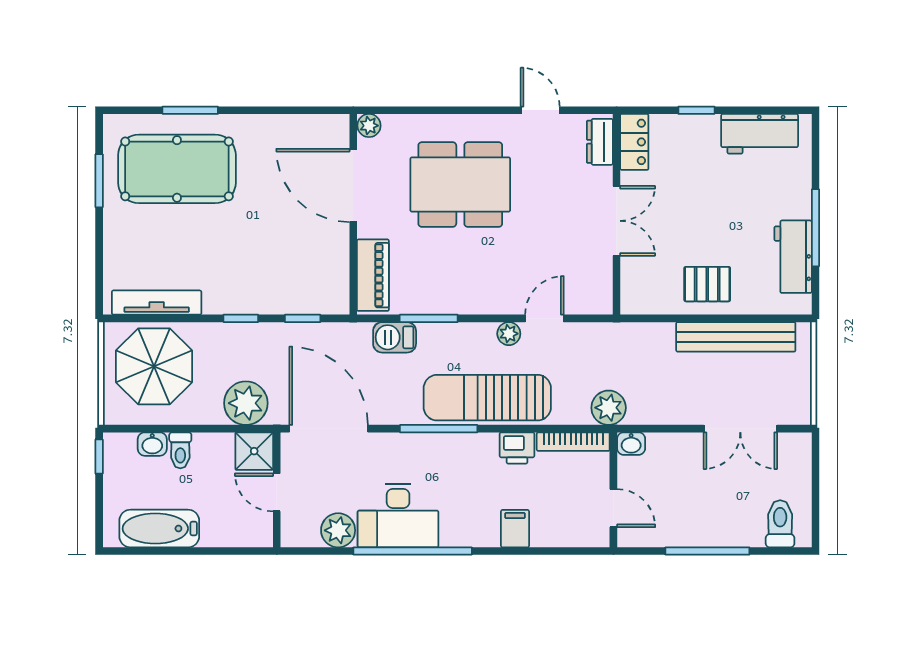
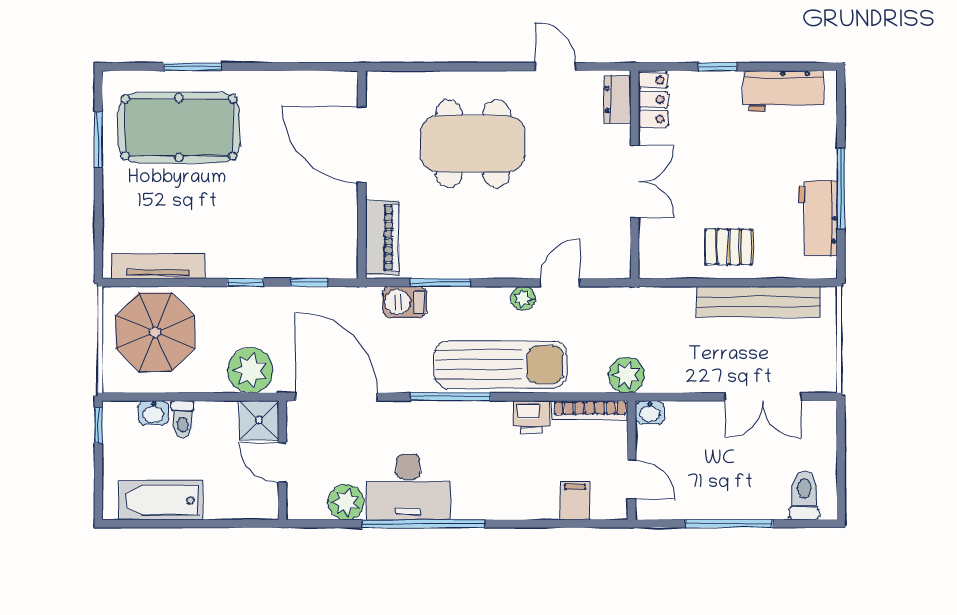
plant: (369, 126) -> (378, 83), removed
sun lounger: (487, 398) -> (501, 365), turned 180
filing cabinet: (515, 529) -> (575, 500), moved

